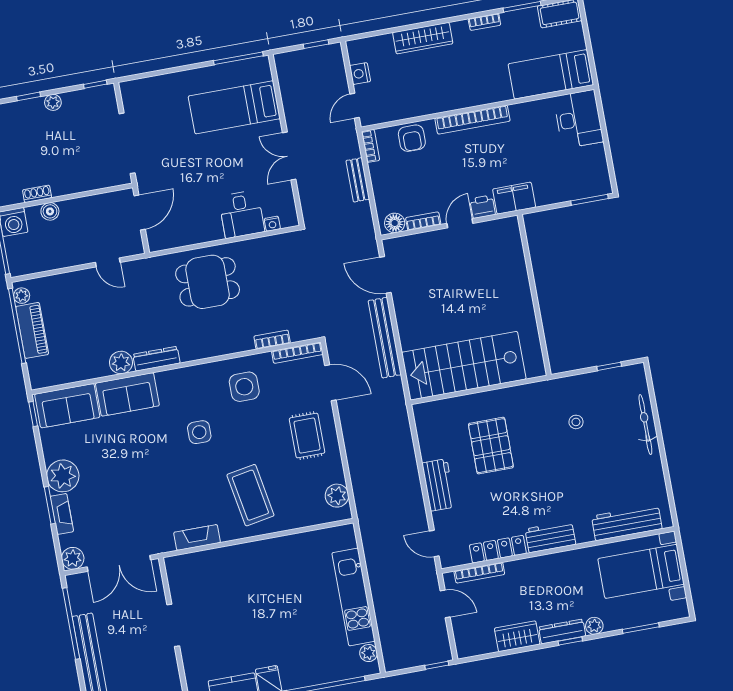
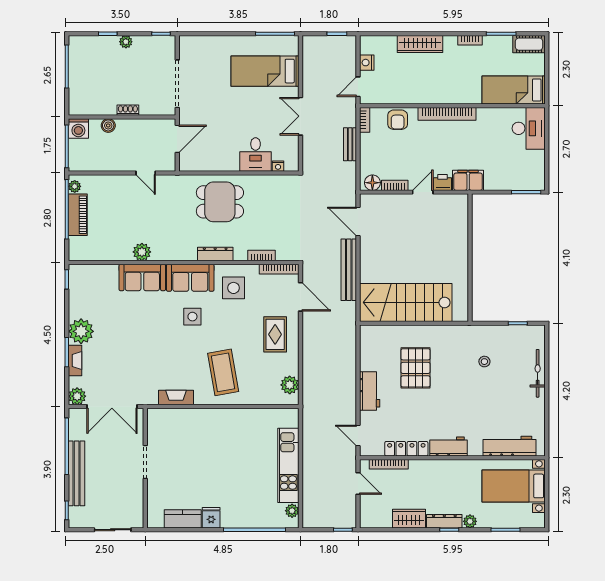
shoe rack: (37, 194) -> (128, 110), moved
dresser: (156, 359) -> (215, 254), moved
sofa: (67, 406) -> (190, 278), moved

